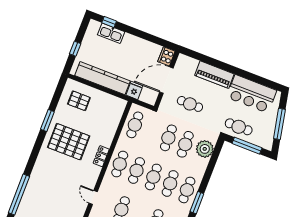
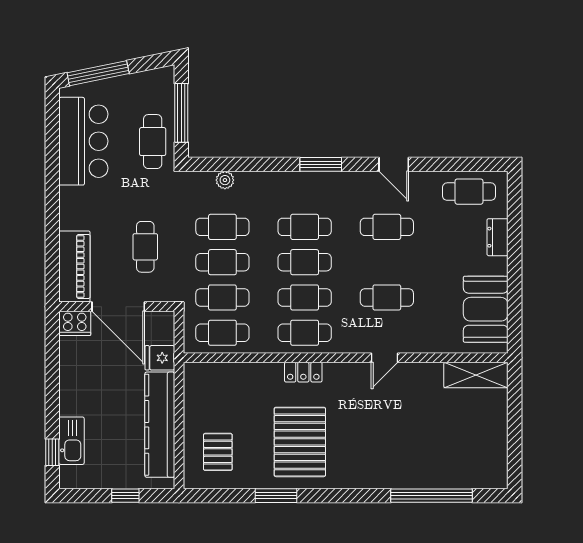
piano: (214, 75) -> (74, 266), moved
window: (279, 124) -> (98, 73), moved
plant: (205, 149) -> (225, 180), width x0.53, depth x0.53
cafe table: (187, 190) -> (222, 297), moved

